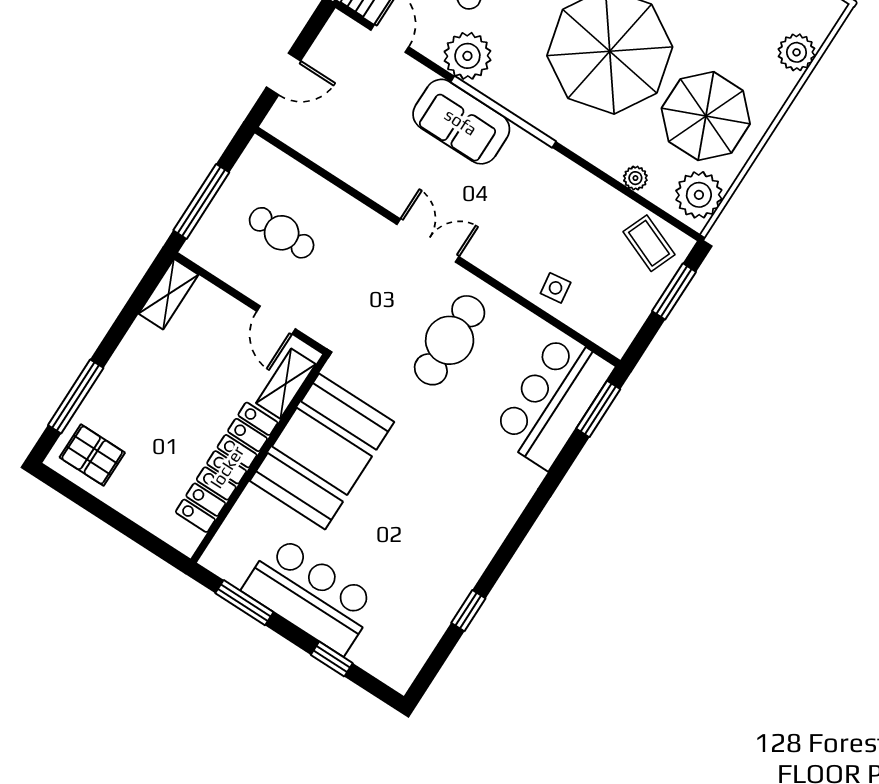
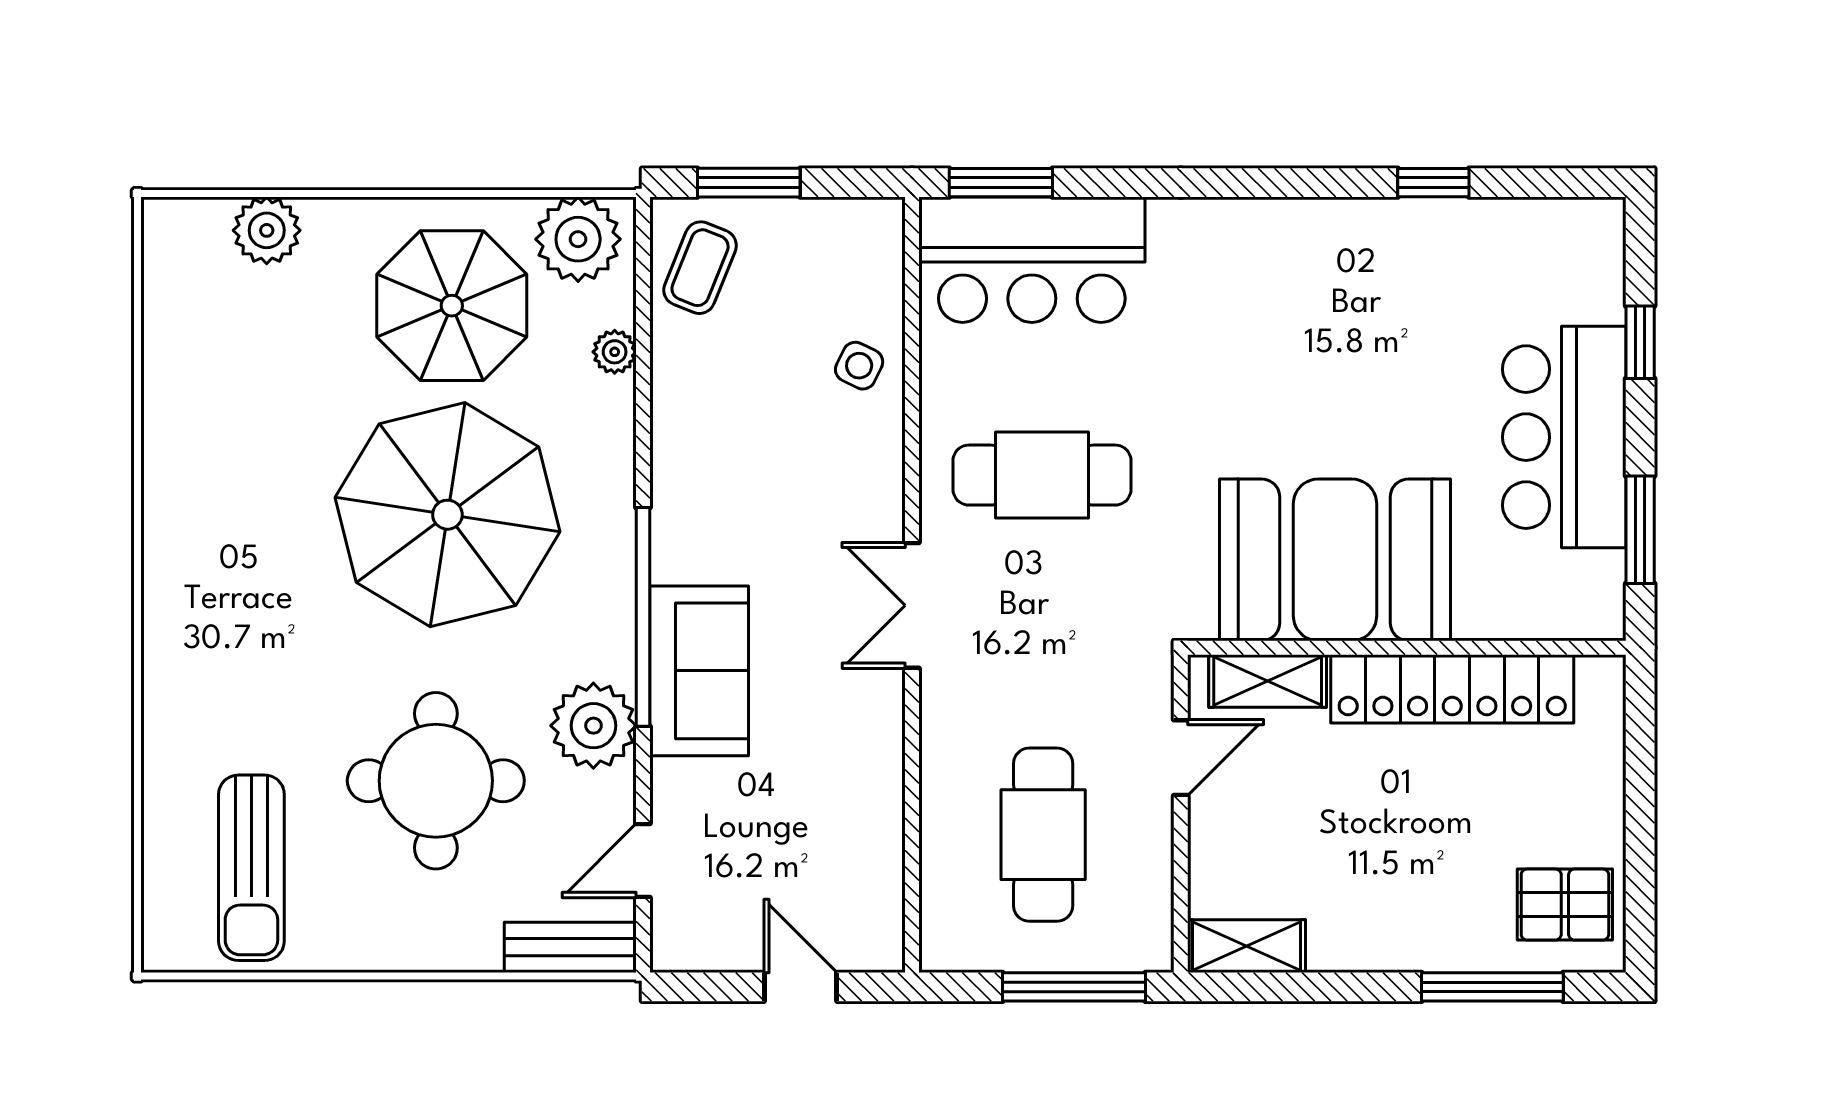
cafe table: (282, 233) -> (1043, 835), width x1.37, depth x1.35
side table: (556, 288) -> (859, 366), turned 34
pallet: (92, 455) -> (1565, 905), turned 90

